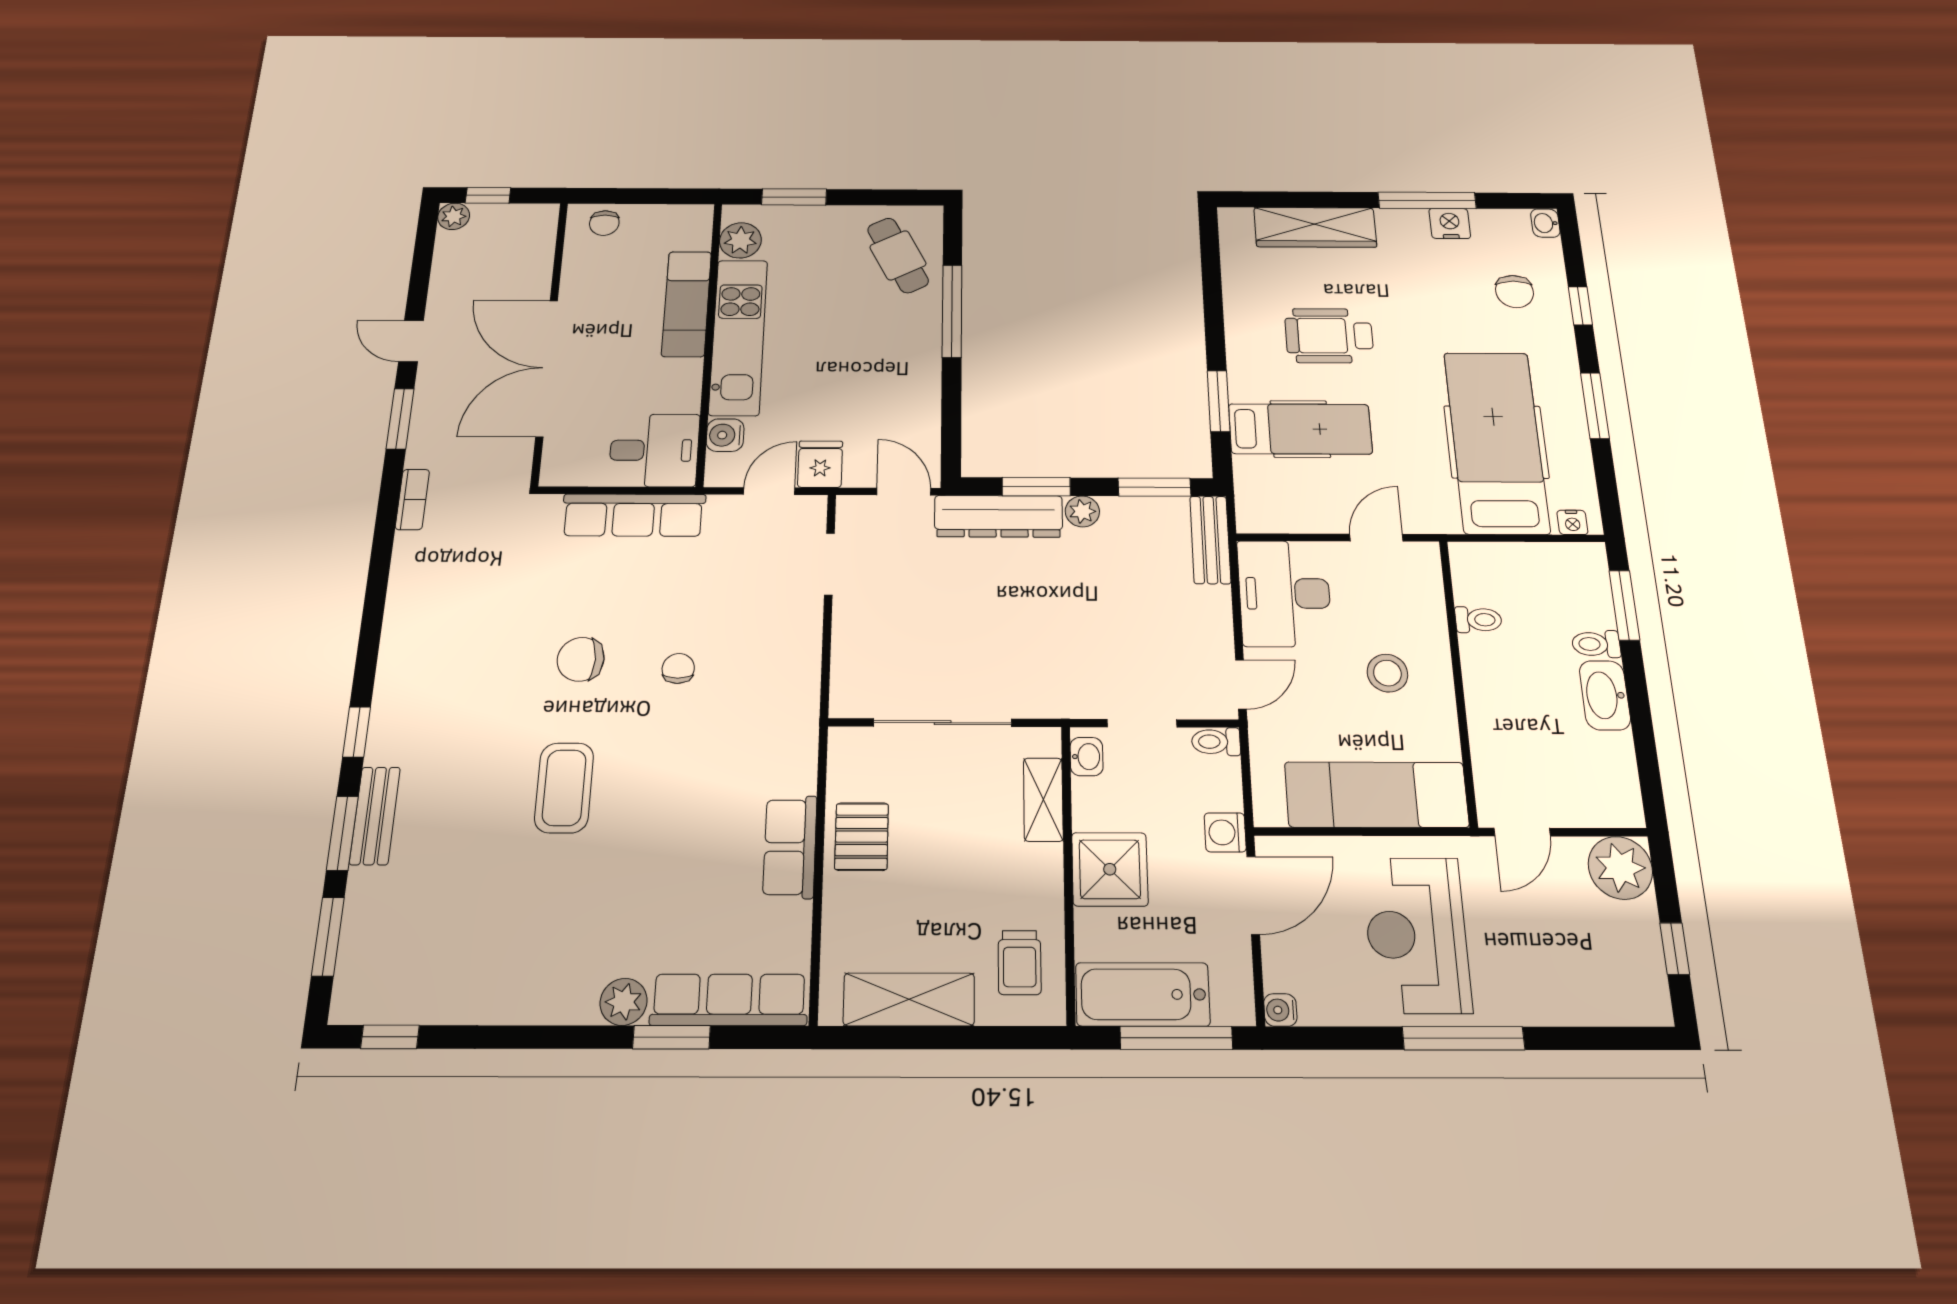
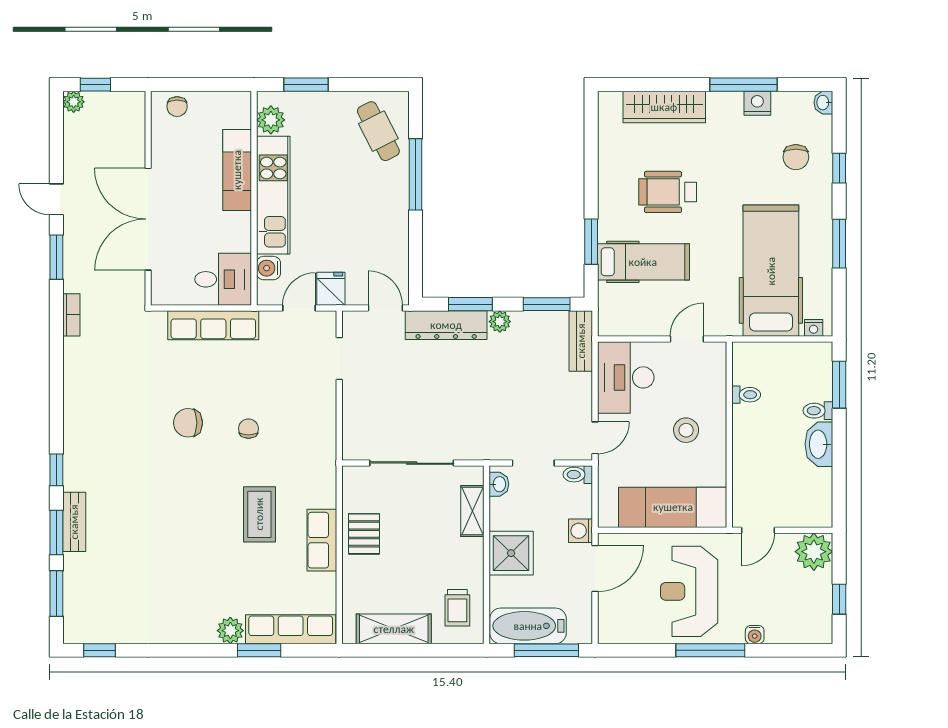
coffee table: (564, 788) -> (259, 514), moved
water cooler: (1280, 1010) -> (755, 635), moved, turned -90

